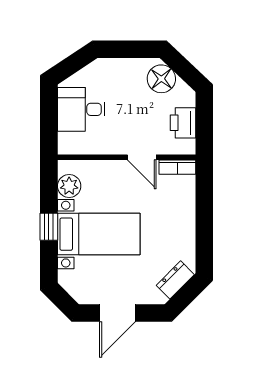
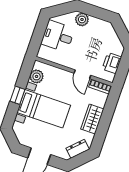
plant: (111, 69) -> (82, 19), added
floor lamp: (161, 79) -> (108, 34), removed
wardrobe: (182, 224) -> (92, 119), added

